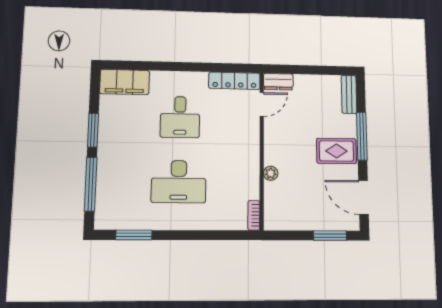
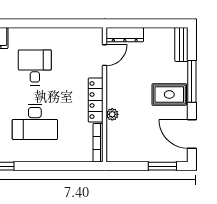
locker: (234, 81) -> (96, 100), moved, turned 90
dresser: (278, 82) -> (125, 35), width x1.44
desk: (180, 117) -> (35, 67), turned 180
bookcase: (254, 215) -> (98, 143), width x1.56

